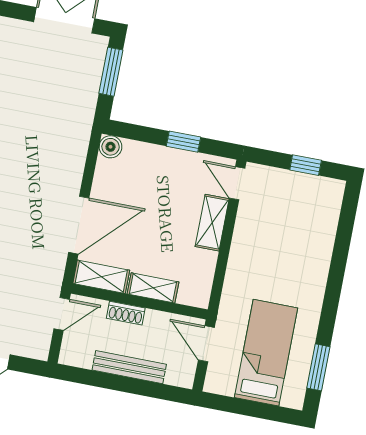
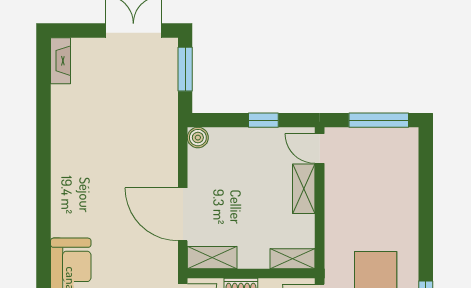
window: (306, 165) -> (379, 120), width x2.17
door: (79, 225) -> (183, 214), swing flipped
shelving: (153, 288) -> (292, 259), moved

